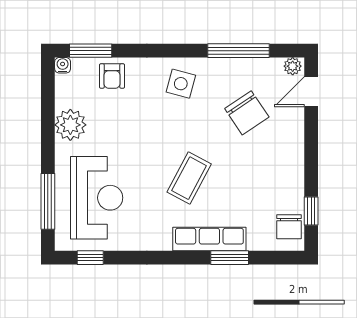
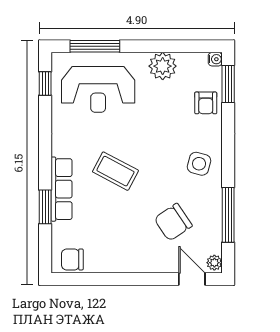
armchair: (112, 76) -> (206, 103), turned -90
window: (311, 211) -> (86, 279), removed

